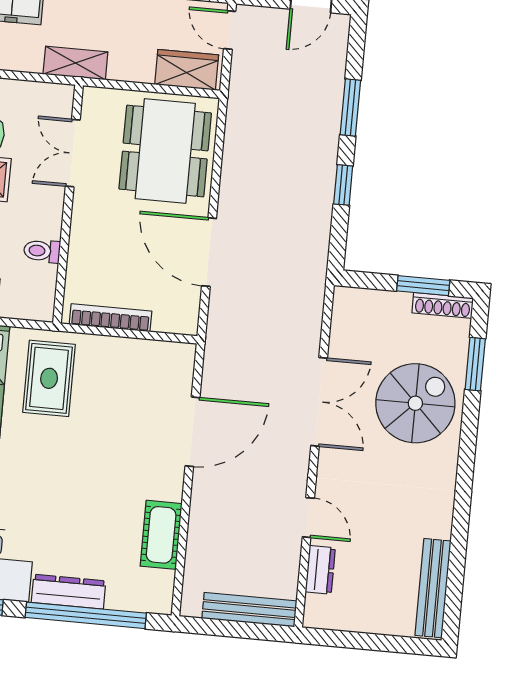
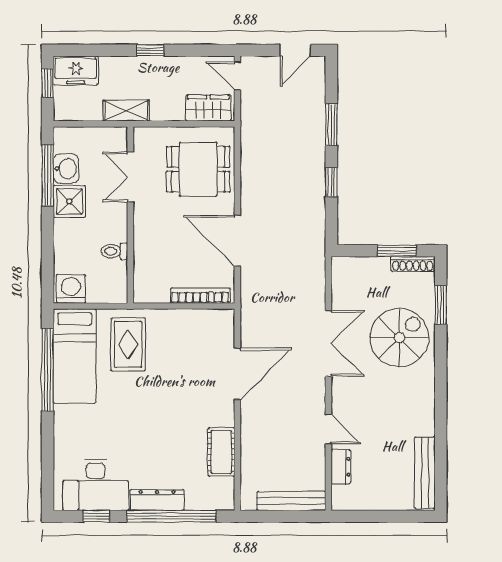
dining table: (165, 151) -> (198, 169), width x0.73
bookcase: (110, 318) -> (200, 296), moved

